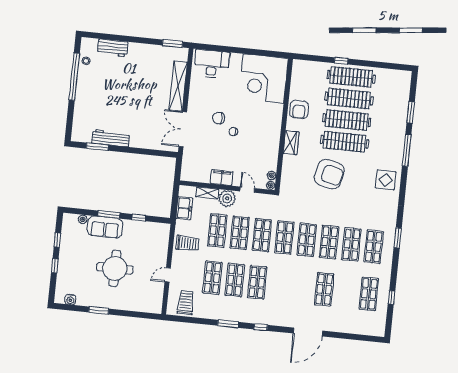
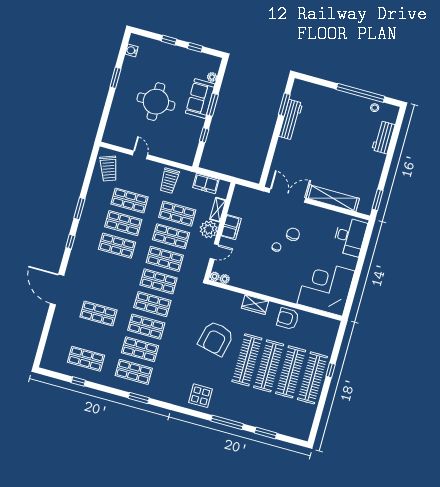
trolley: (186, 303) -> (109, 169), turned 70

